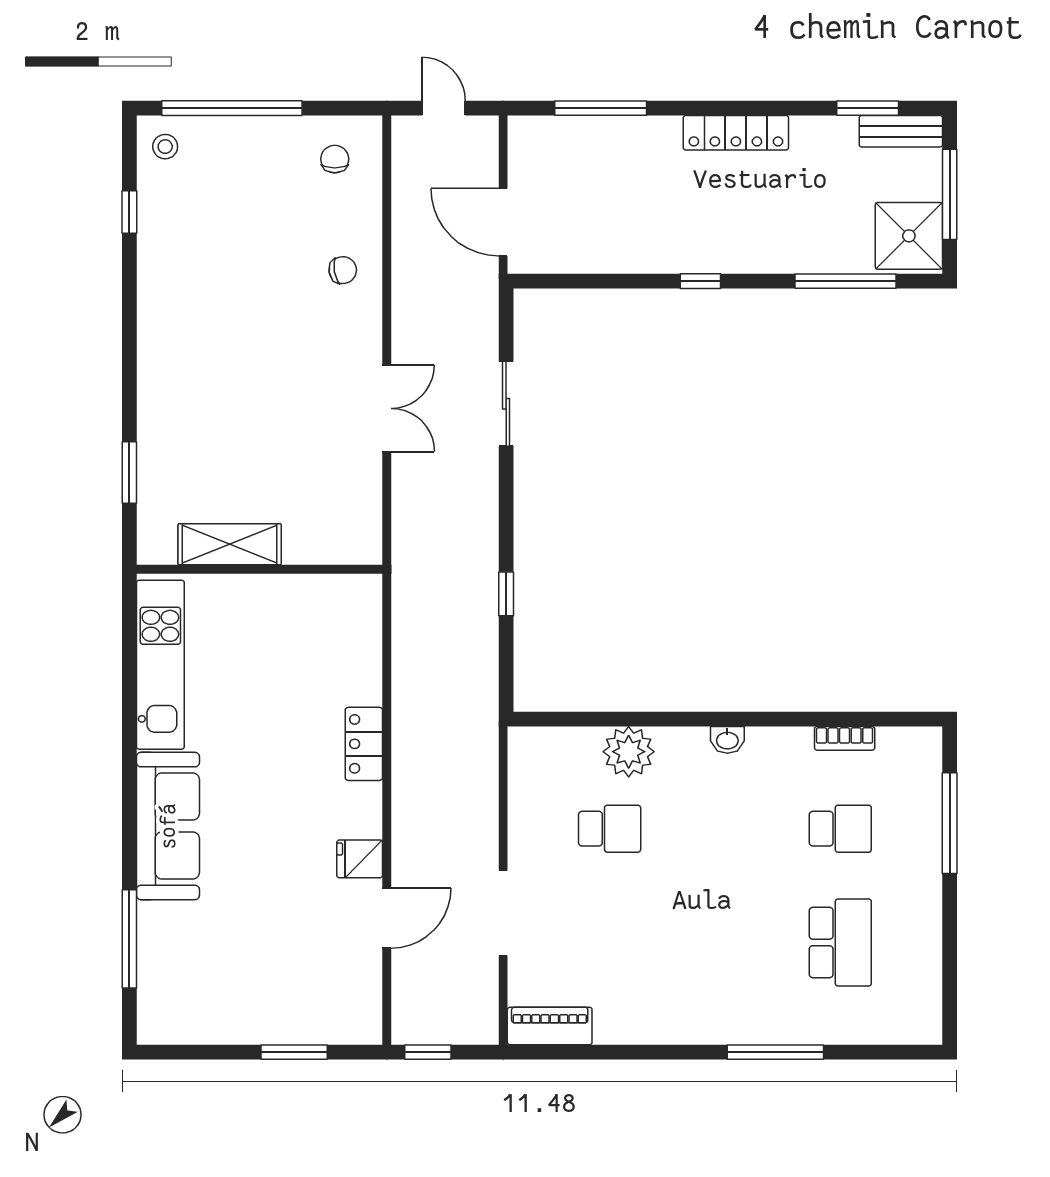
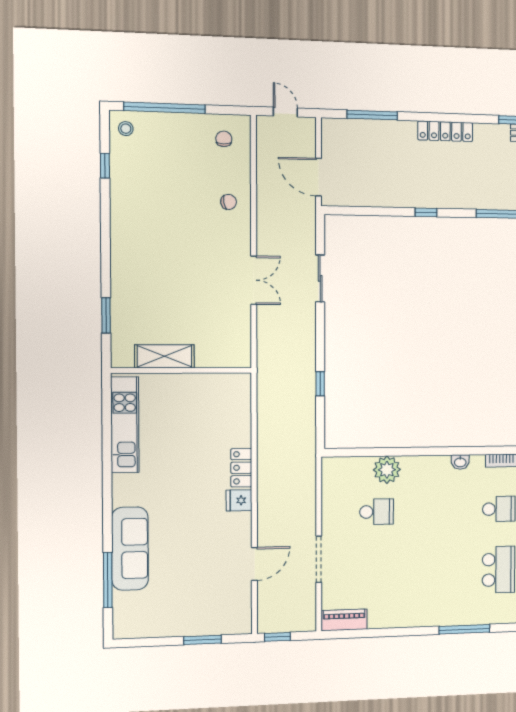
washbasin: (727, 740) -> (460, 462), moved
sofa: (168, 826) -> (130, 549), moved
fridge: (360, 859) -> (239, 500), moved

